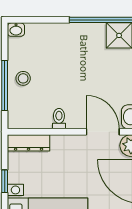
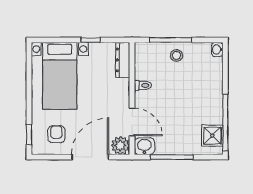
door: (103, 132) -> (132, 122), hinge flipped

